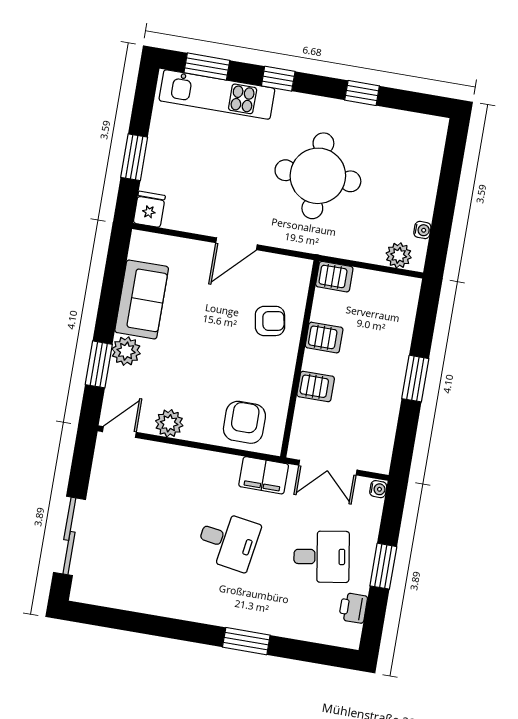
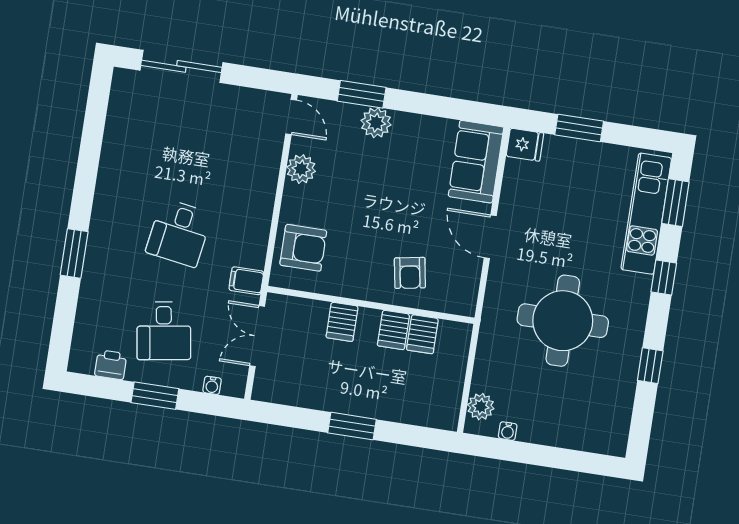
server rack: (334, 277) -> (422, 334), moved
sofa: (142, 299) -> (476, 162), moved, turned 90
filing cabinet: (264, 475) -> (246, 281), width x0.50
water cooler: (378, 489) -> (212, 385), moved

